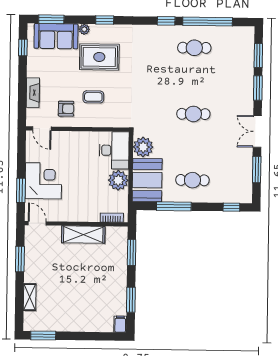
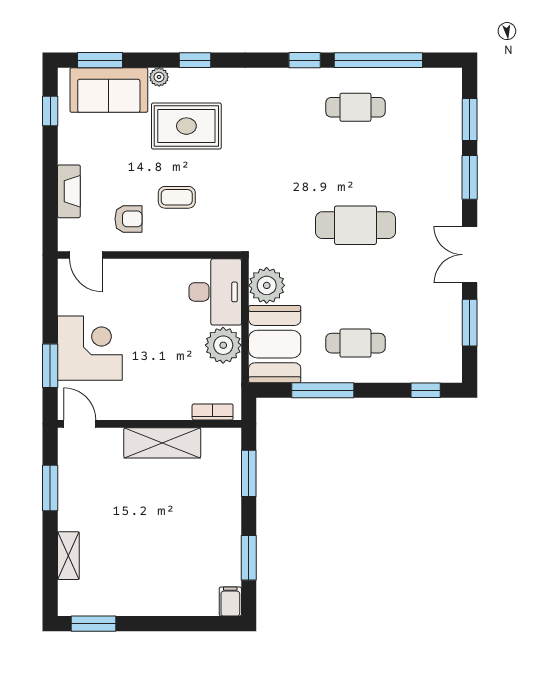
cafe table: (193, 114) -> (355, 225), width x1.37, depth x1.35

